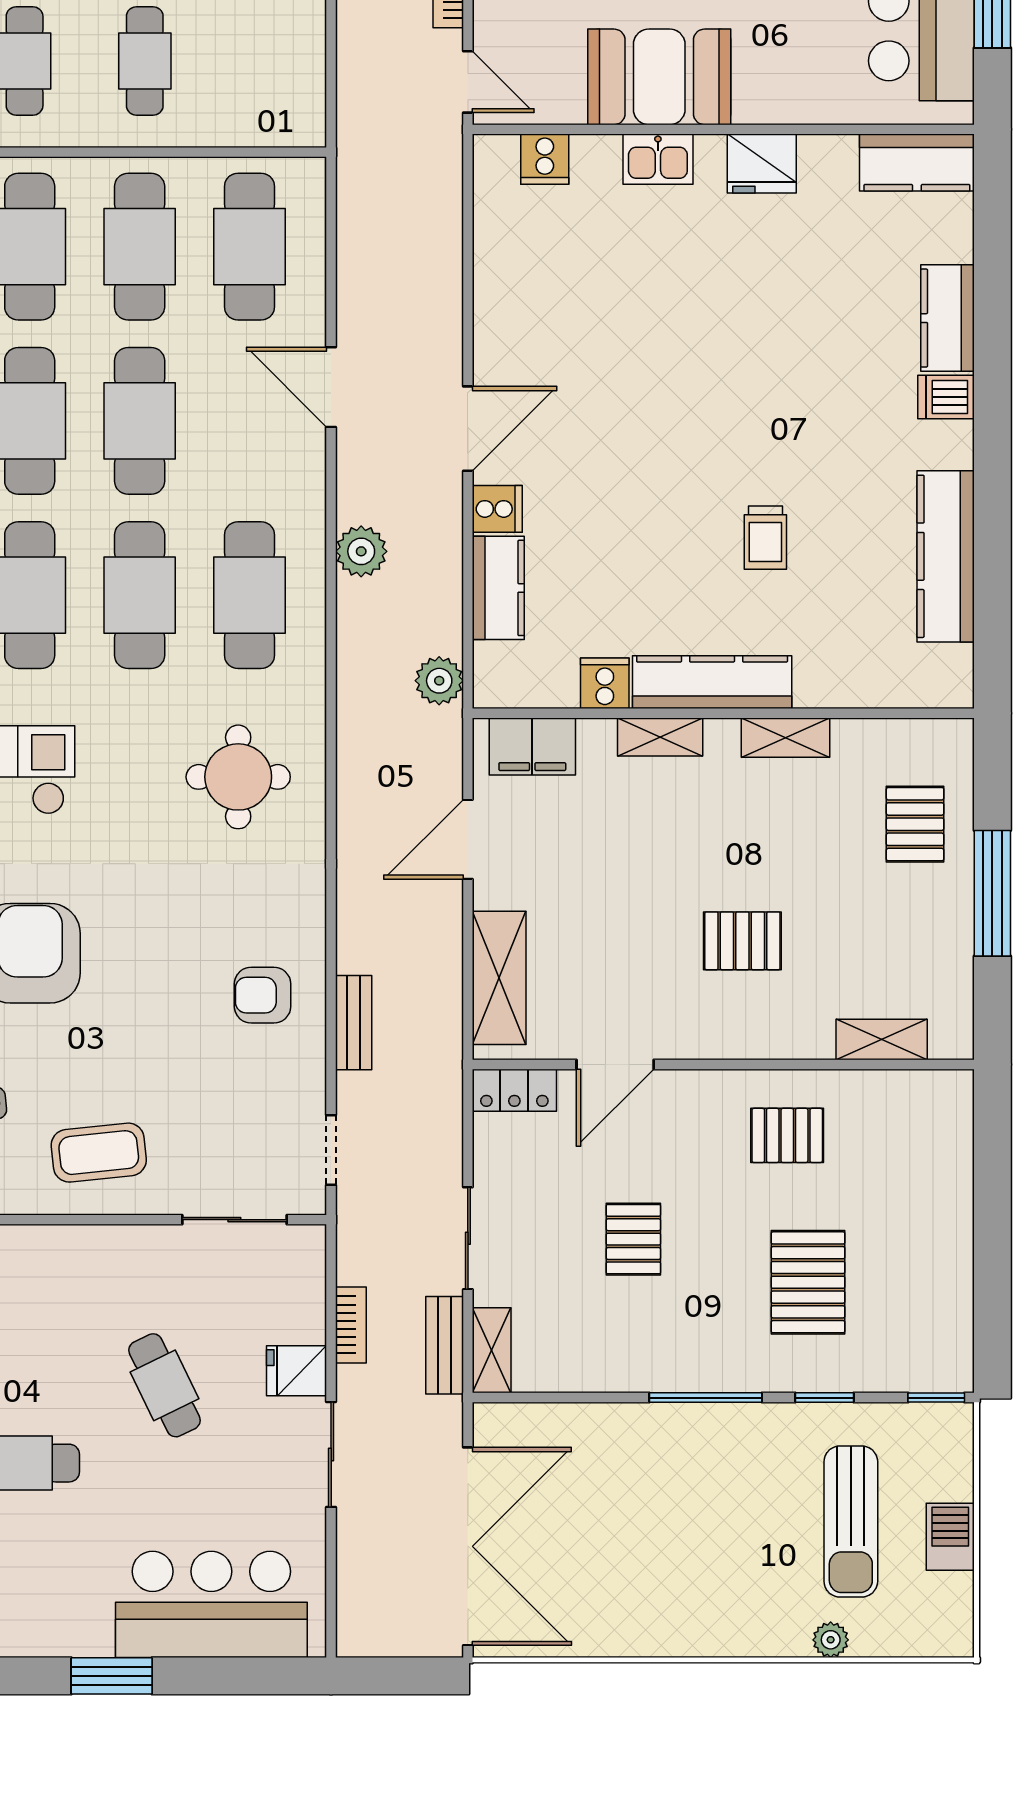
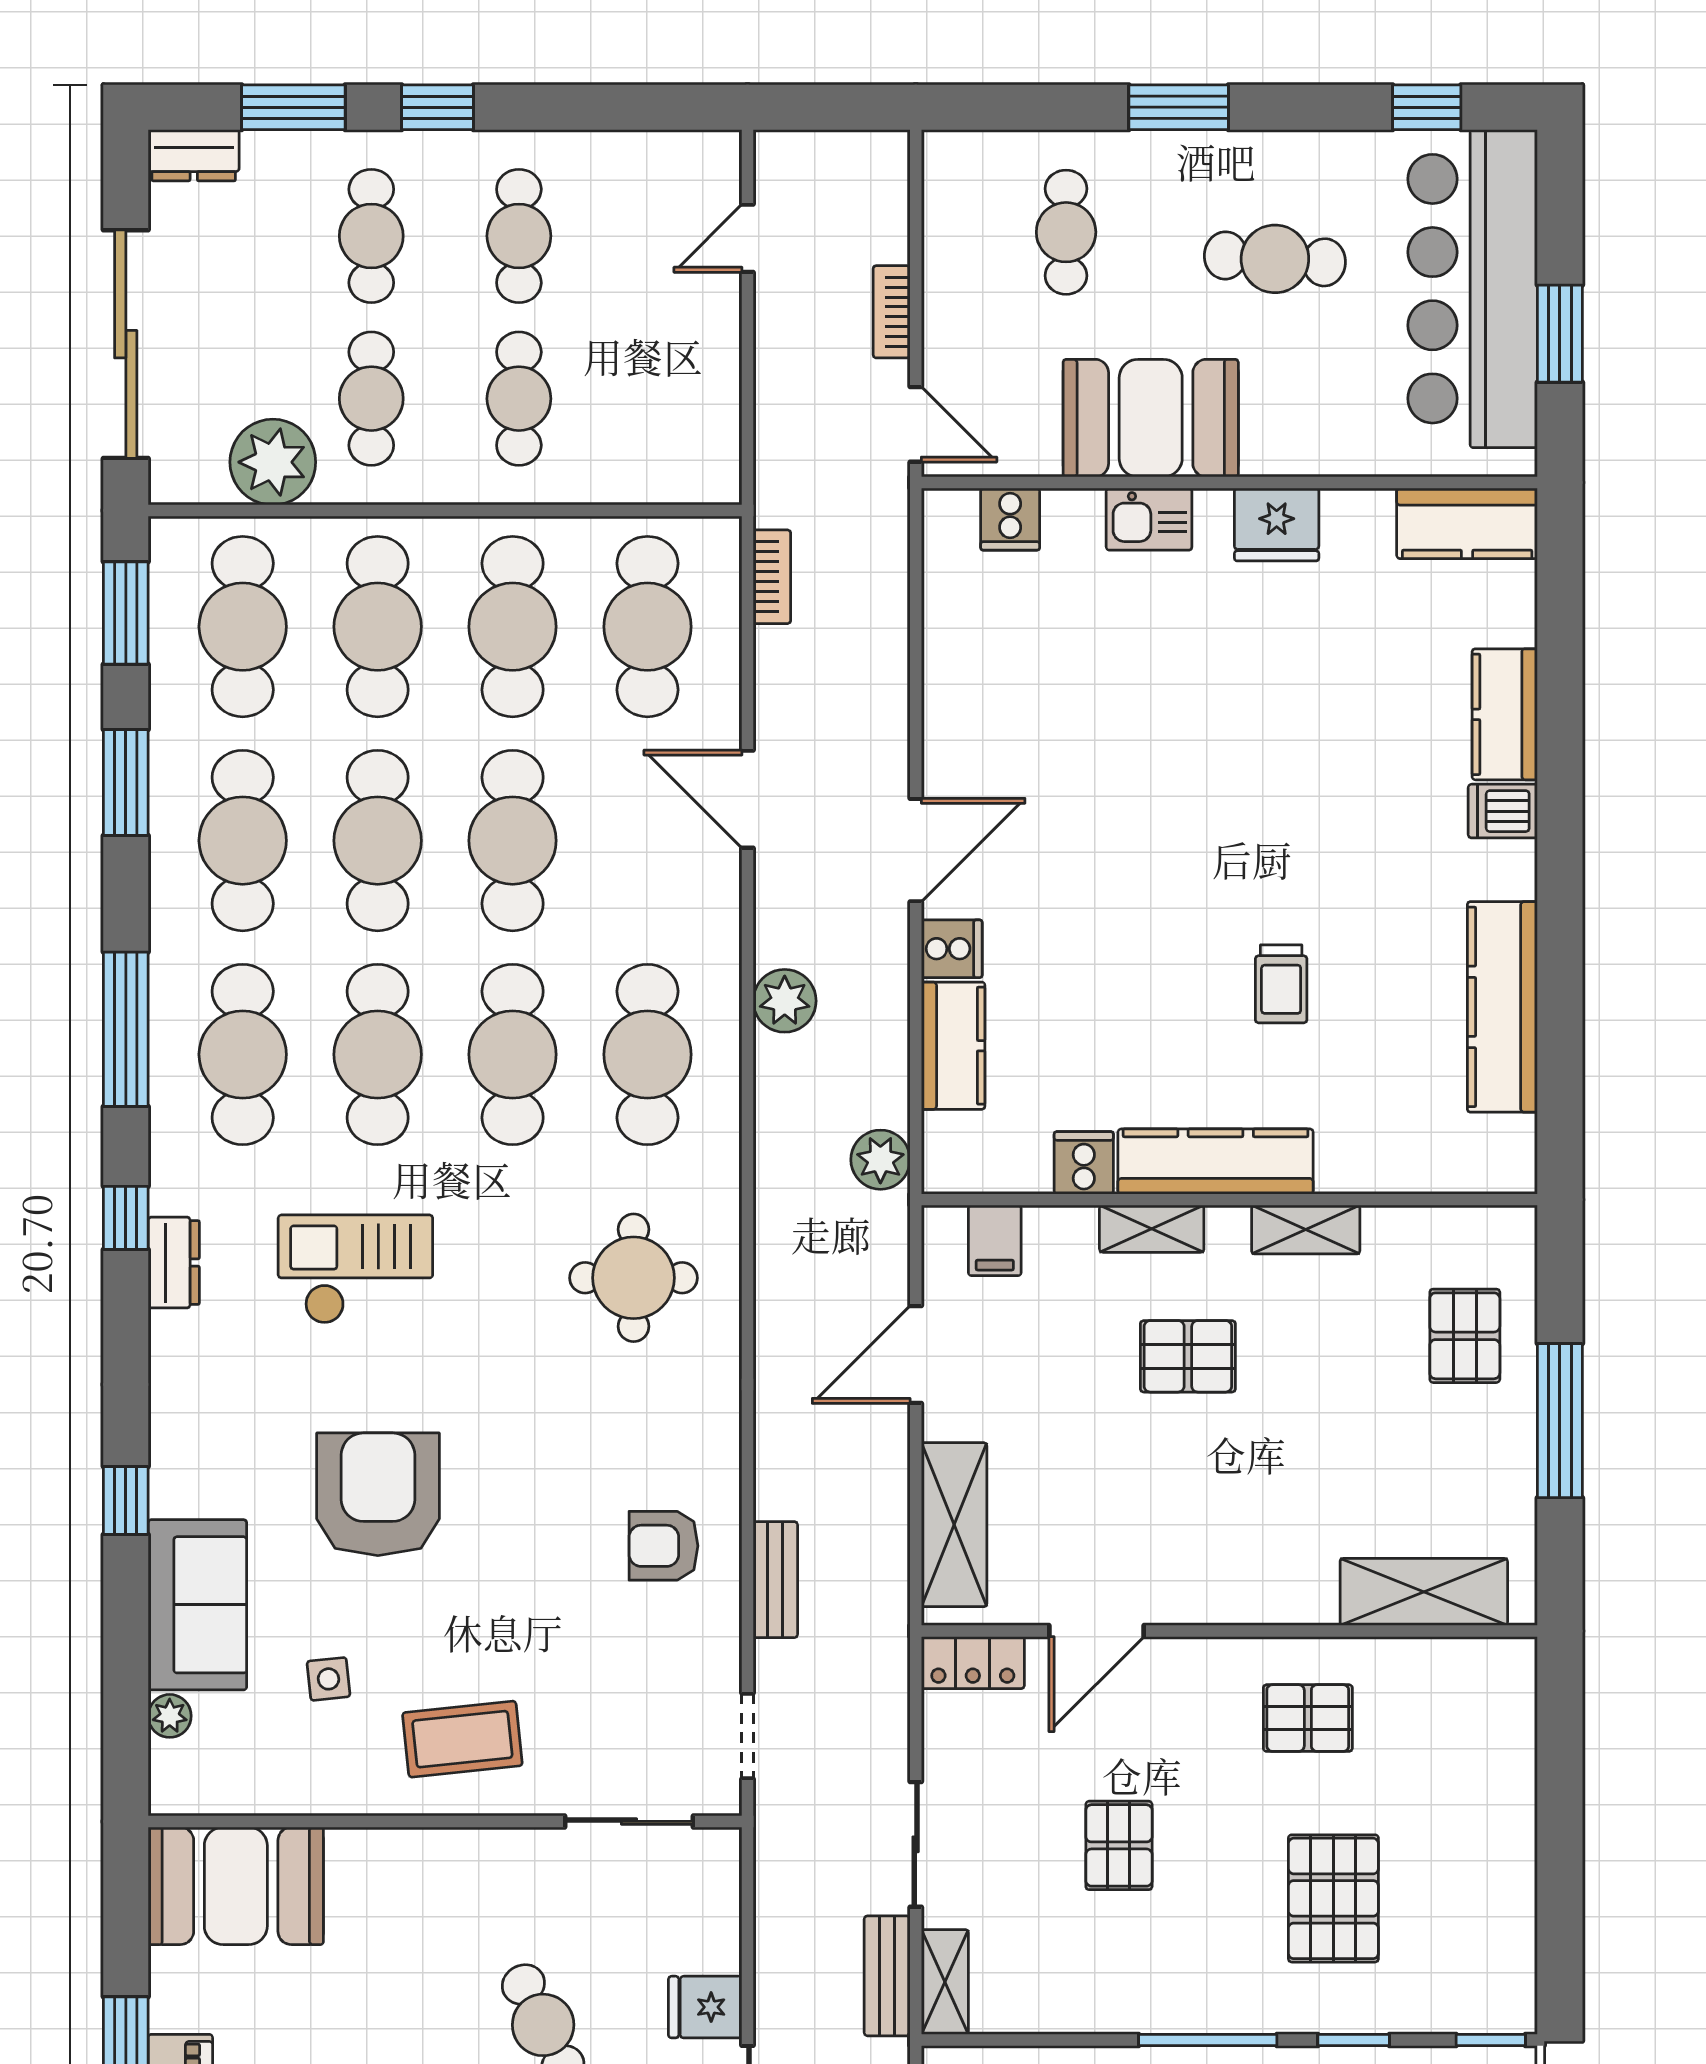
filing cabinet: (532, 746) -> (995, 1240), width x0.50
pallet: (742, 941) -> (1188, 1356), moved
shelving: (882, 1039) -> (1424, 1592), width x1.50, depth x1.33
bookcase: (351, 1325) -> (772, 577), moved

